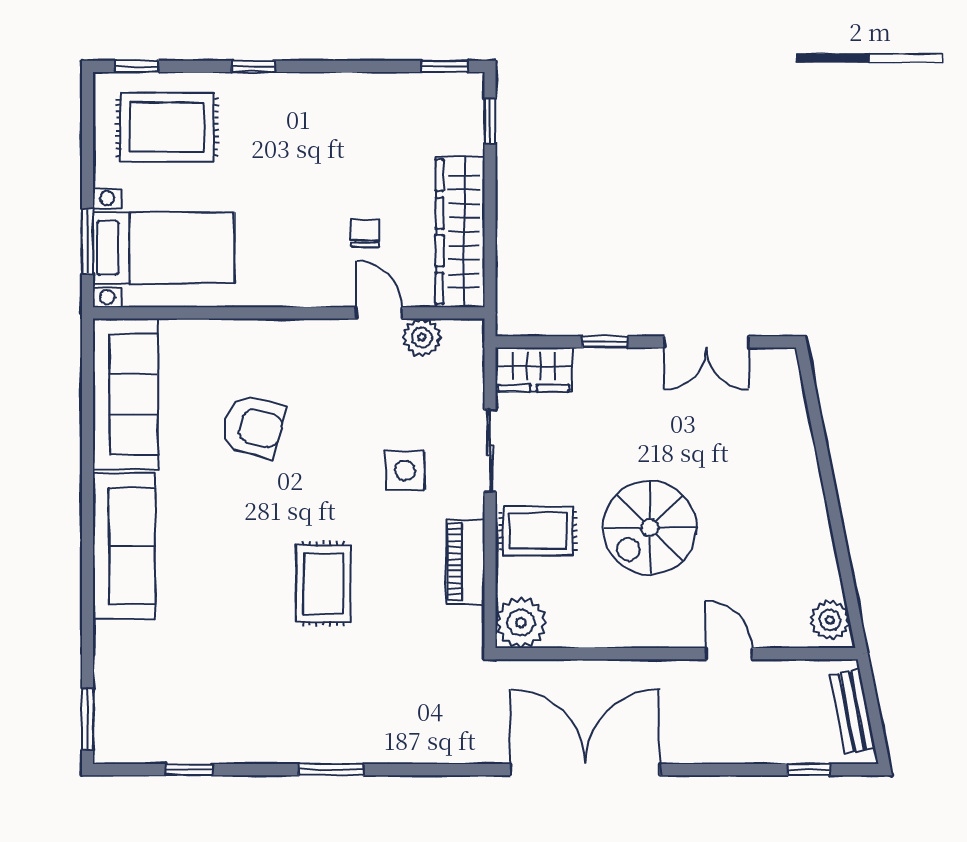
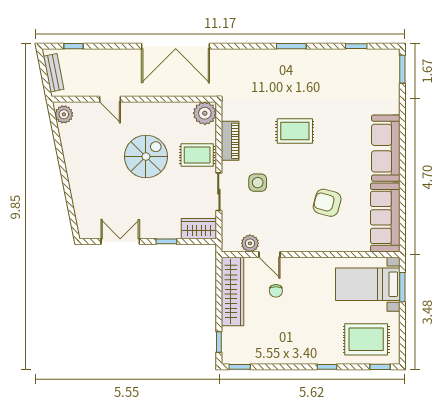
rug: (323, 584) -> (295, 131), turned 90

